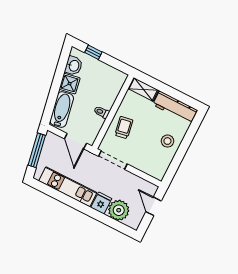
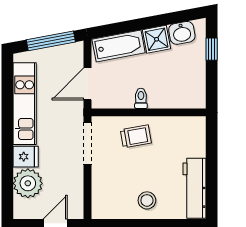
shelving: (143, 89) -> (197, 136), removed

